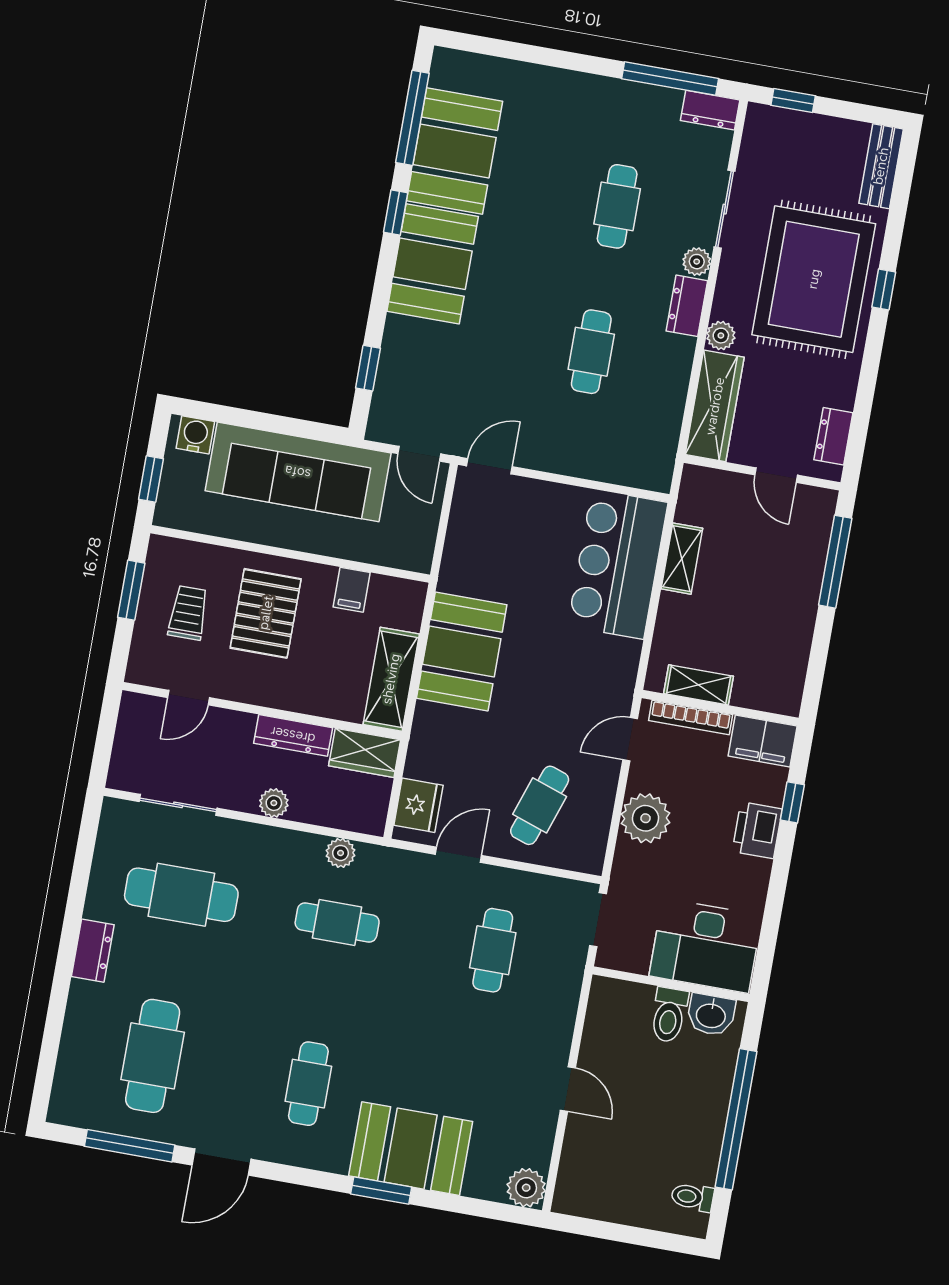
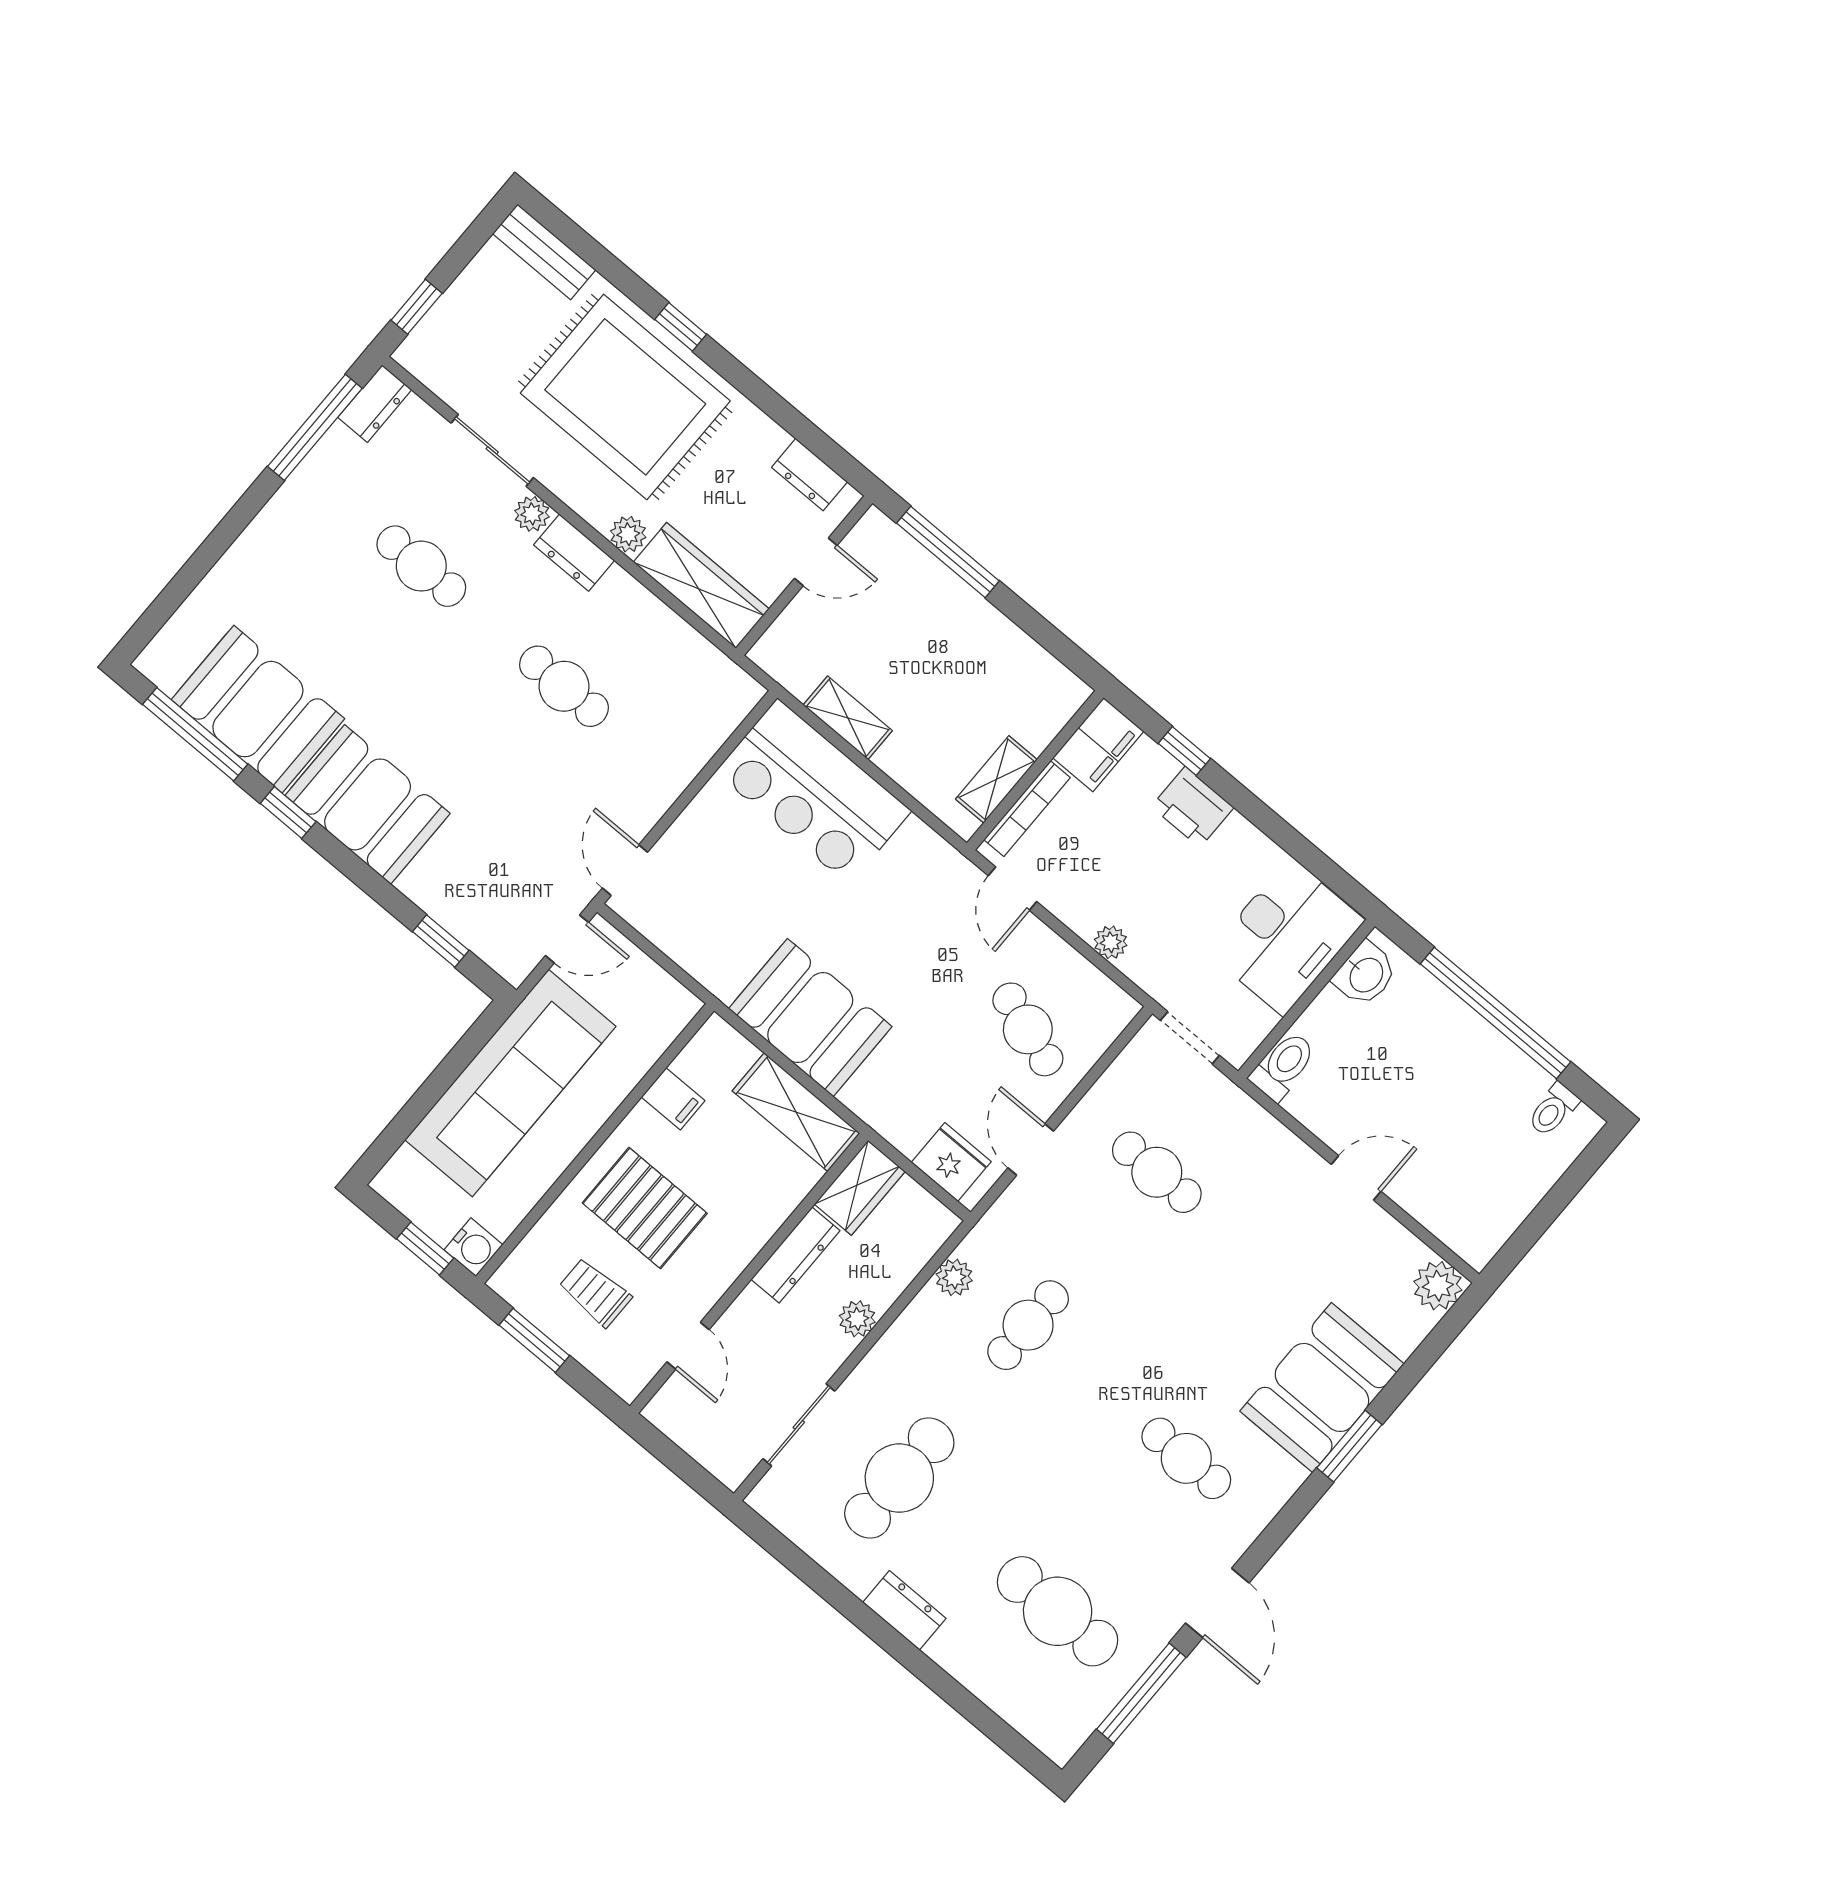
water cooler: (195, 435) -> (473, 1247), moved, turned 180
plant: (645, 818) -> (1111, 942), width x0.53, depth x0.53
toilet: (669, 1015) -> (1283, 1066), moved, turned -90

